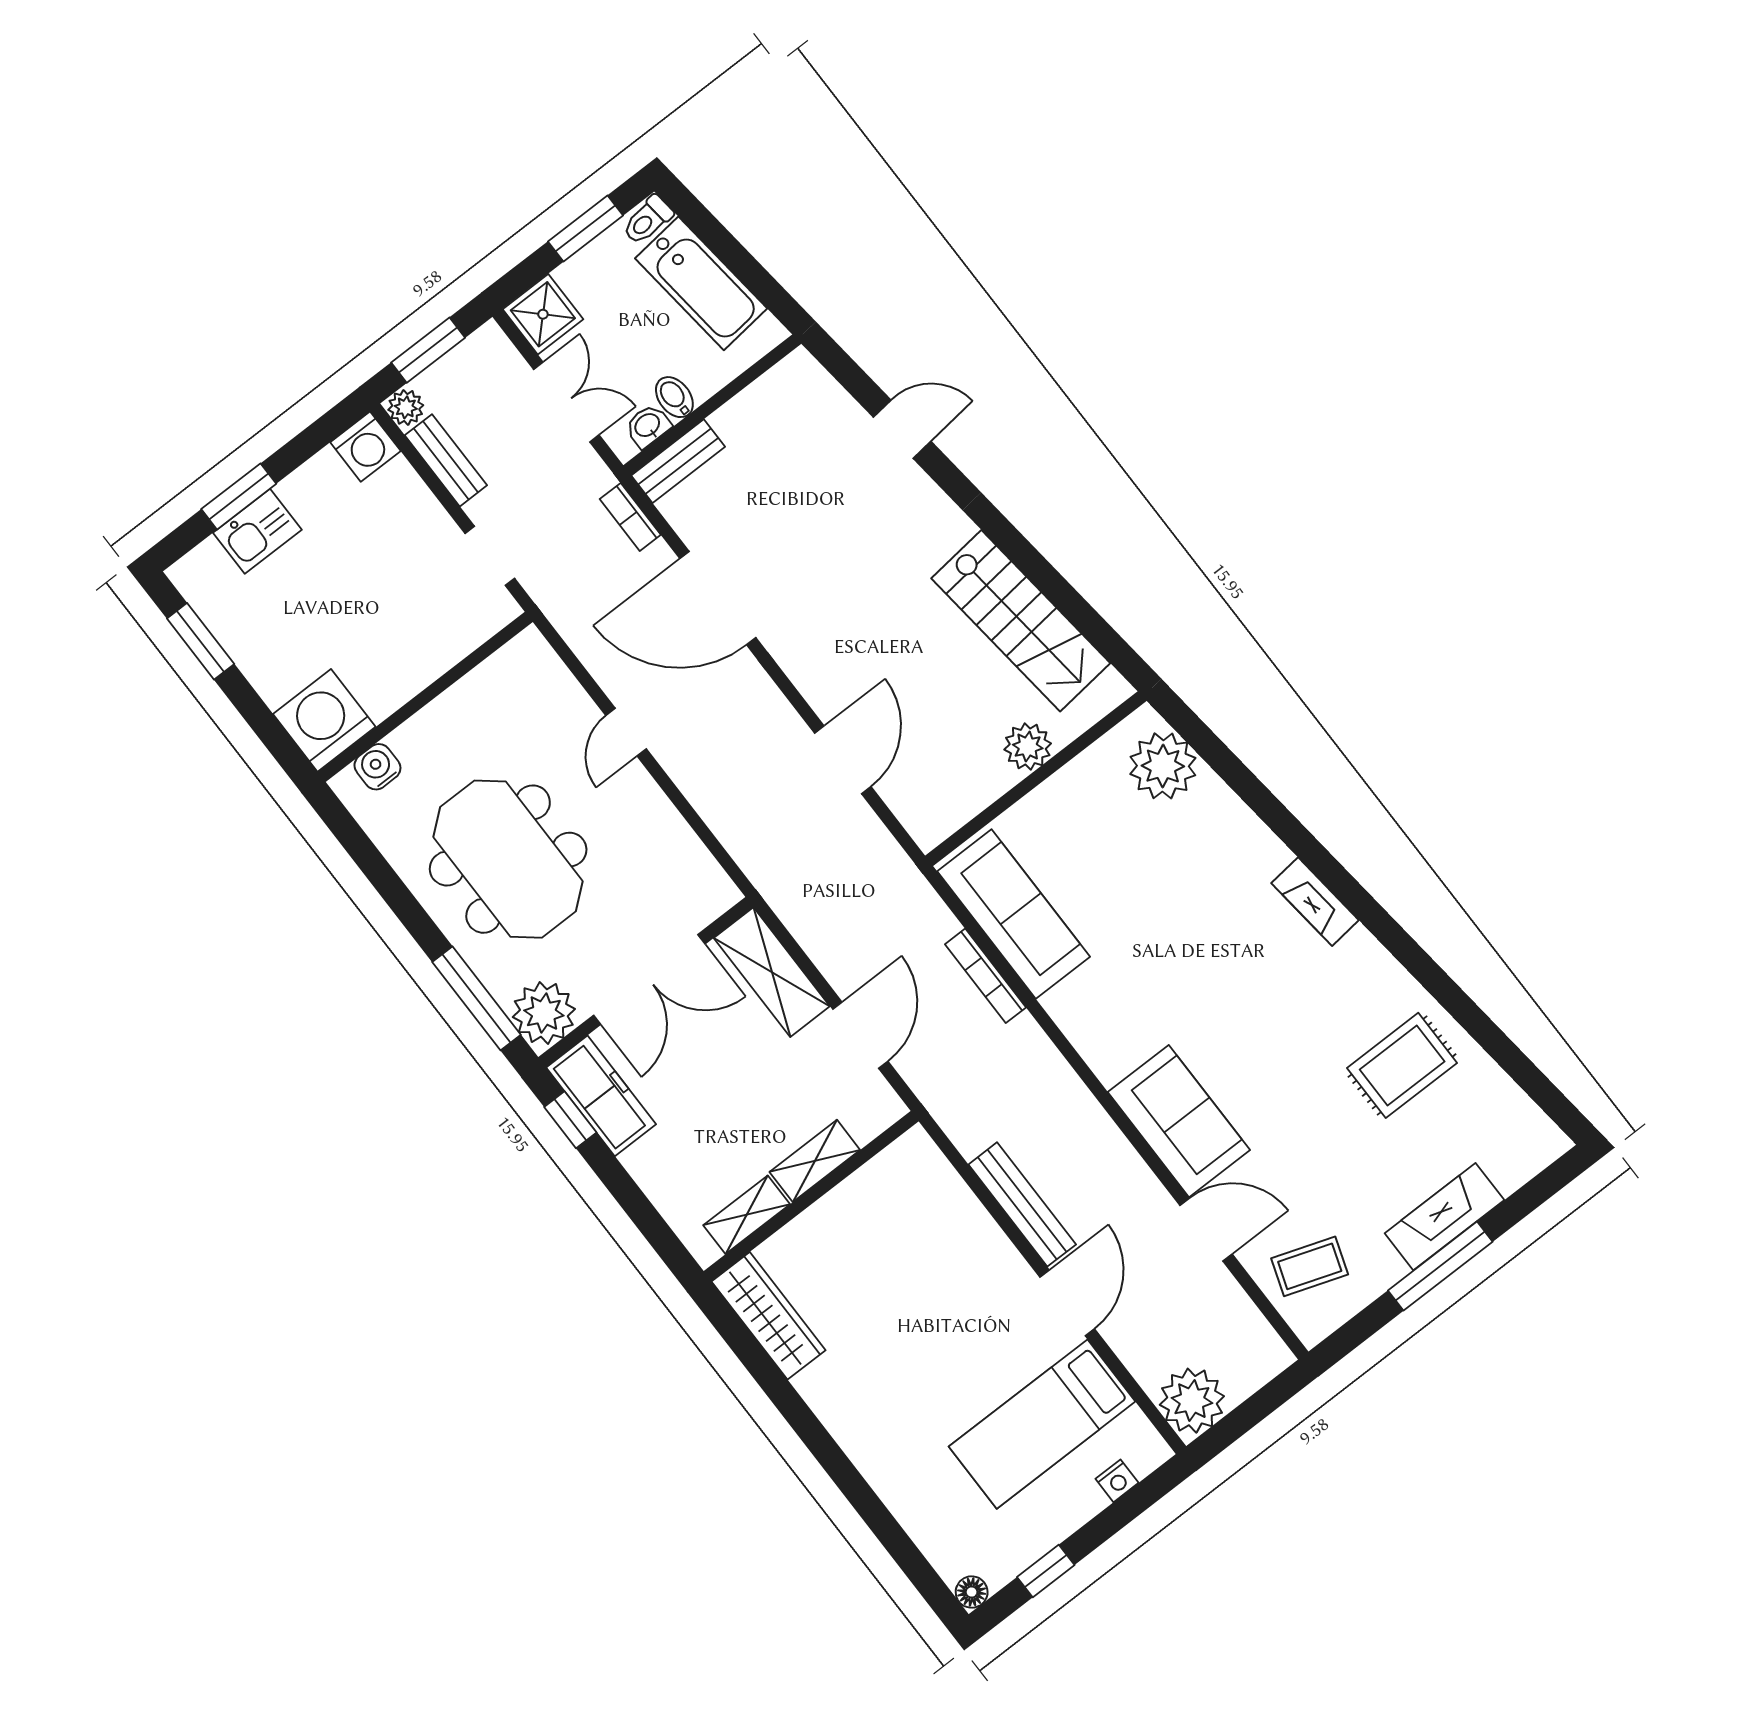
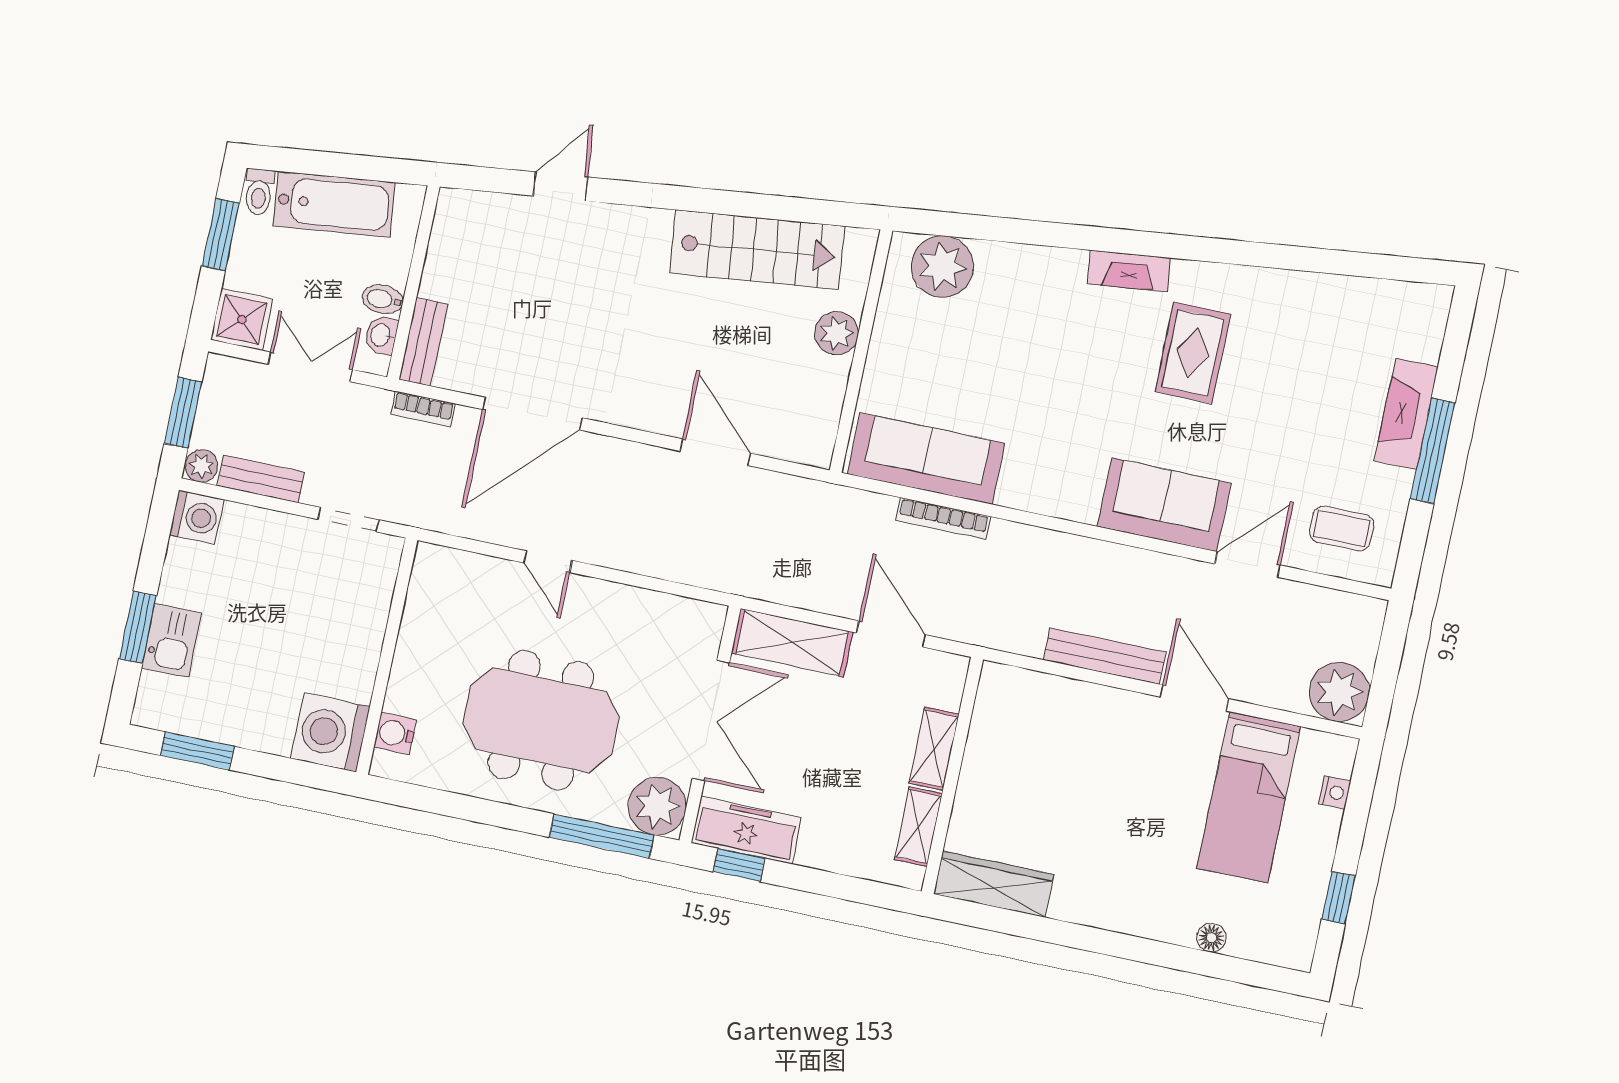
rug: (1402, 1065) -> (1193, 353), moved
coffee table: (1310, 1266) -> (1342, 528), turned 71
floor lamp: (972, 1592) -> (1211, 938), moved

